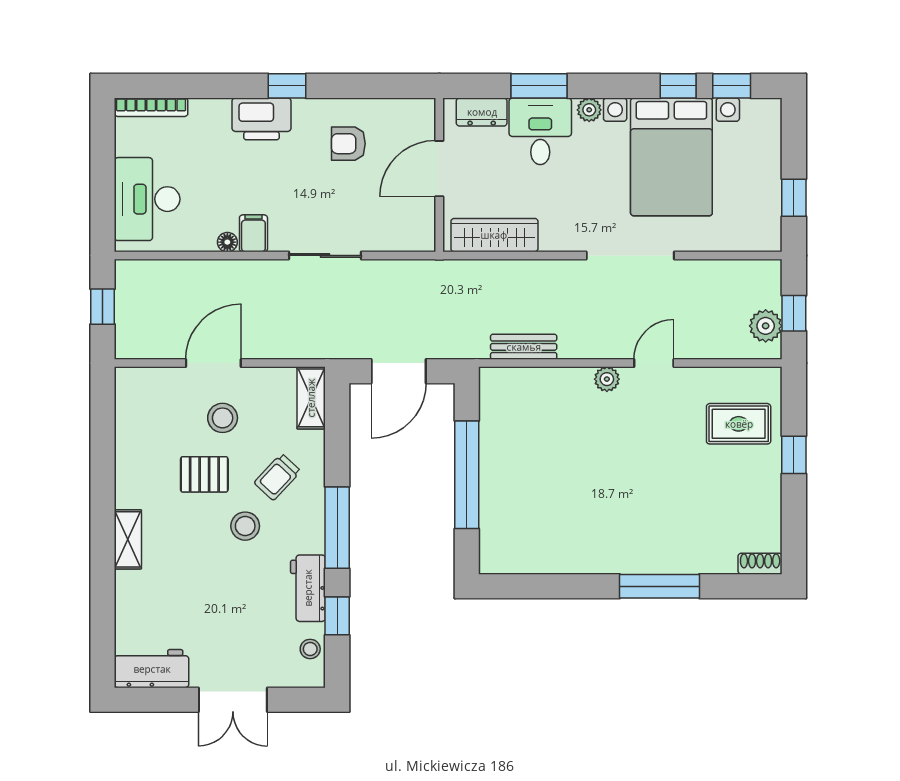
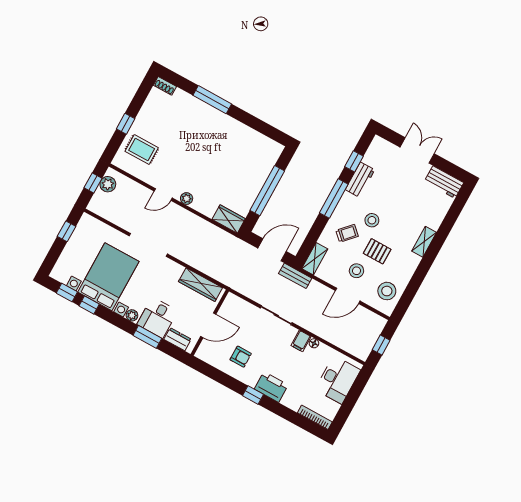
bench: (524, 347) -> (295, 276), moved
wardrobe: (509, 384) -> (229, 219), added
stool: (310, 649) -> (387, 291), moved, width x1.89, depth x1.89

